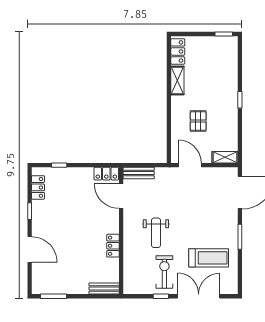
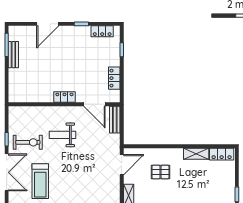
locker: (106, 174) -> (114, 78), moved
door: (121, 196) -> (94, 104), swing flipped
locker: (113, 246) -> (64, 97), moved
bench: (104, 289) -> (13, 55), moved

